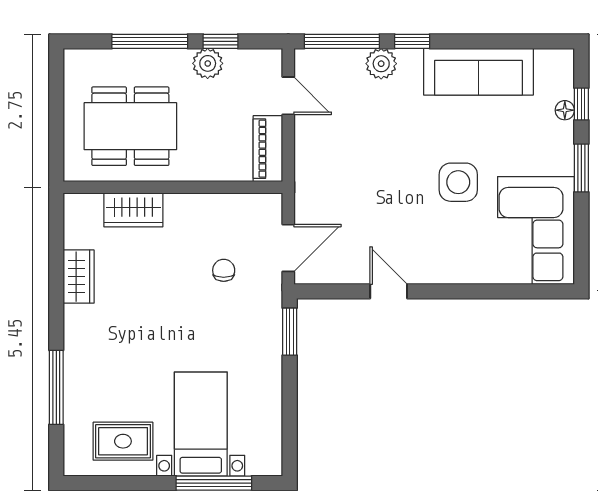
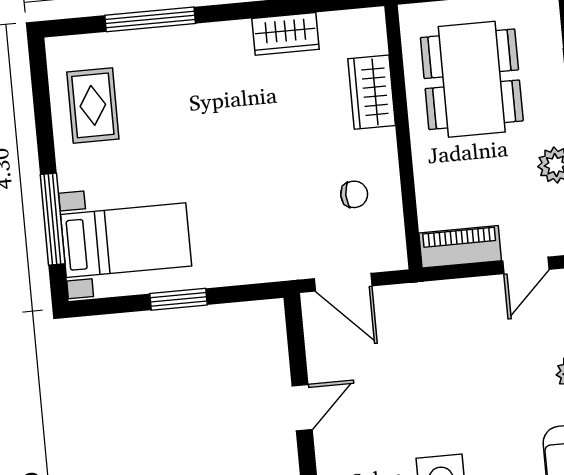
chair: (224, 270) -> (354, 194), moved
window: (290, 332) -> (178, 299), moved
bed with nightstands: (201, 424) -> (126, 240), moved

